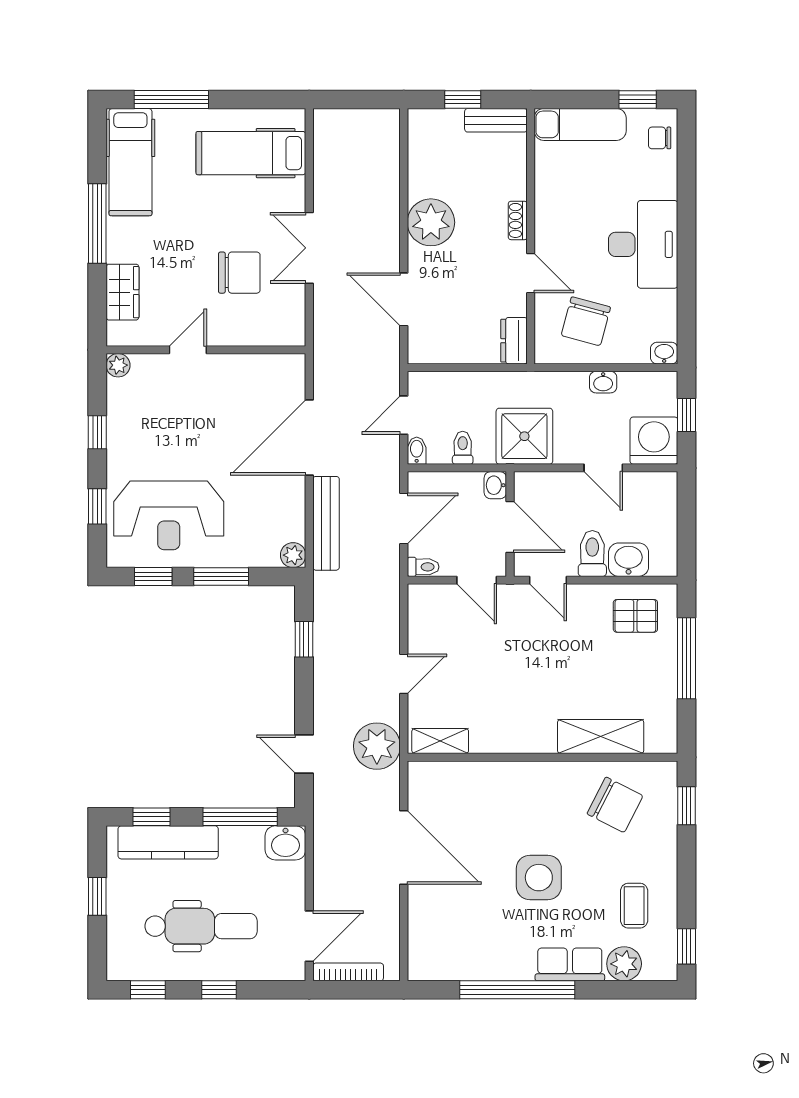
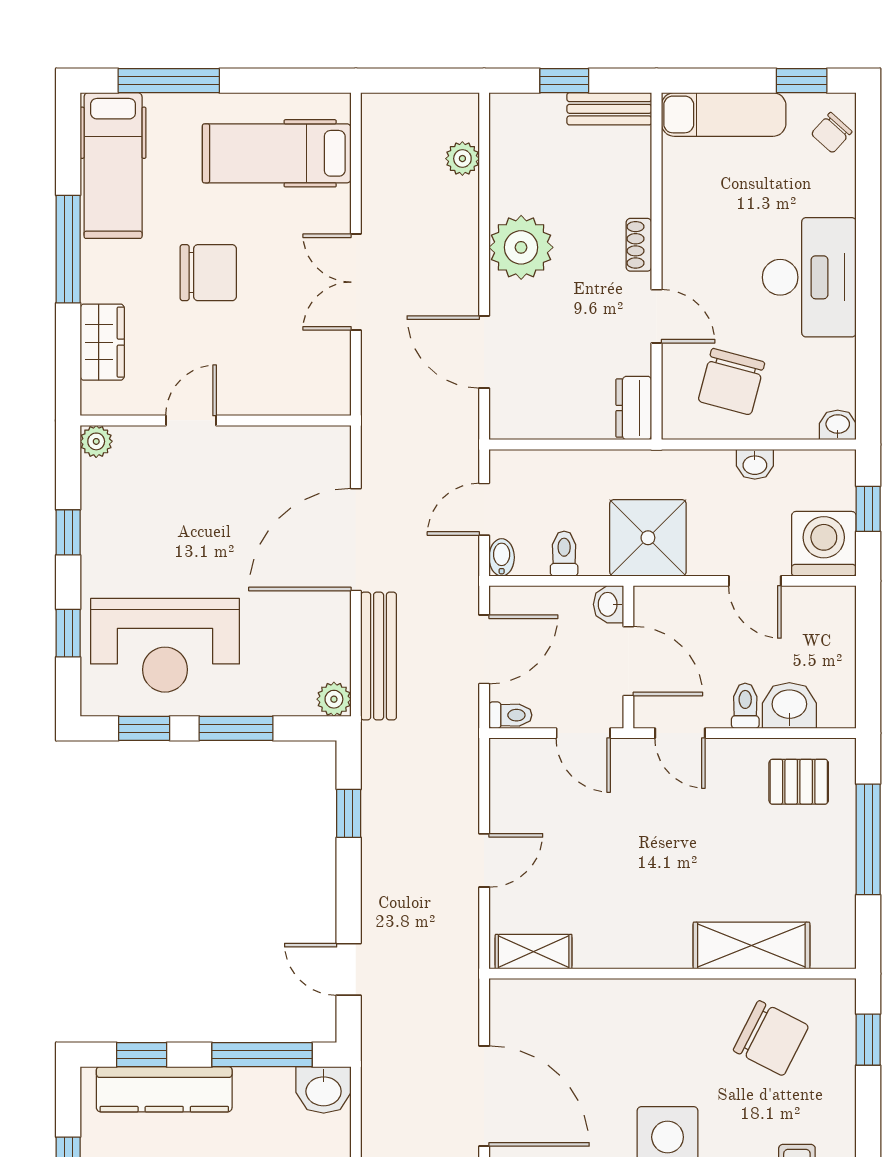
chair: (660, 138) -> (832, 133), turned -48
chair: (239, 273) -> (208, 273), moved
toilet: (592, 554) -> (745, 706), width x0.73, depth x0.72
plant: (377, 746) -> (462, 159), moved, width x0.53, depth x0.53

